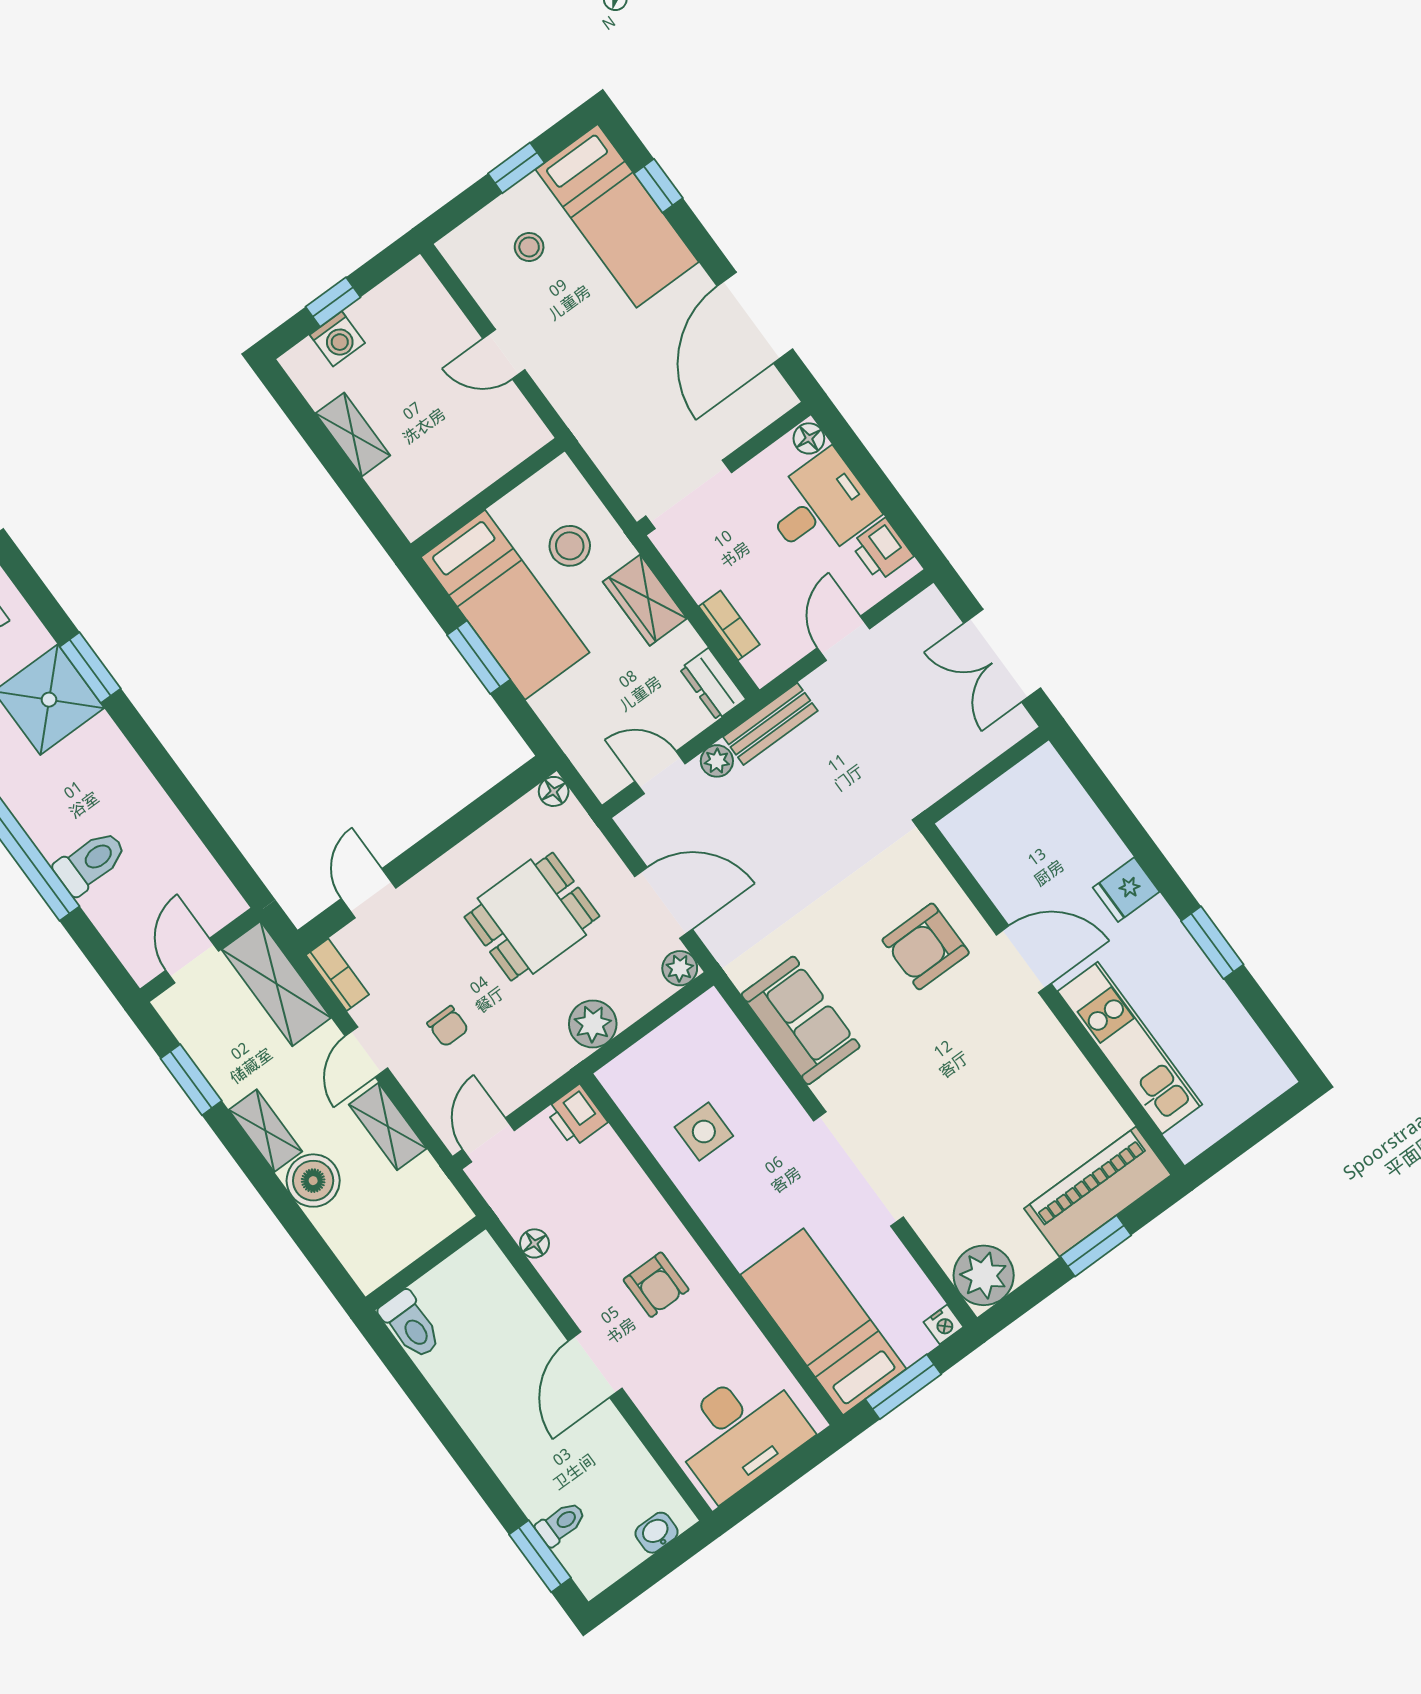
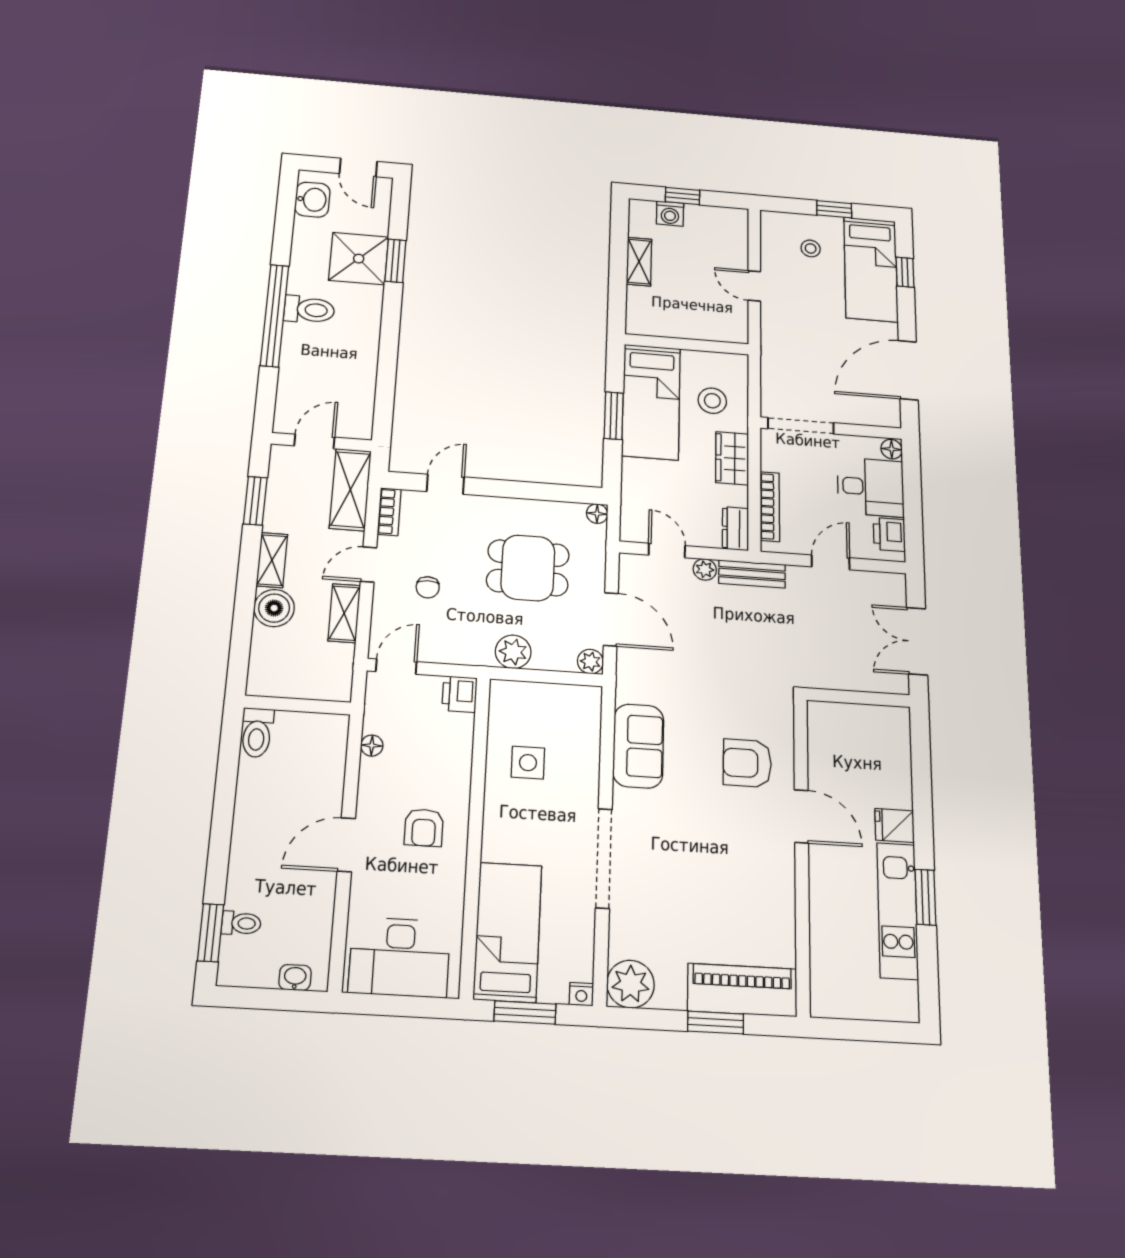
bookcase: (729, 625) -> (770, 507), width x1.56
toilet: (90, 862) -> (309, 310), moved
kitchen unit: (1130, 1048) -> (898, 911), moved, turned 180

